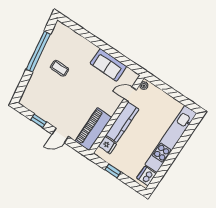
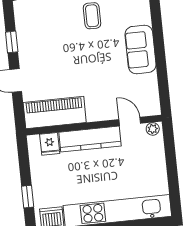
sofa: (108, 65) -> (140, 49), moved
window: (113, 171) -> (28, 197), moved

